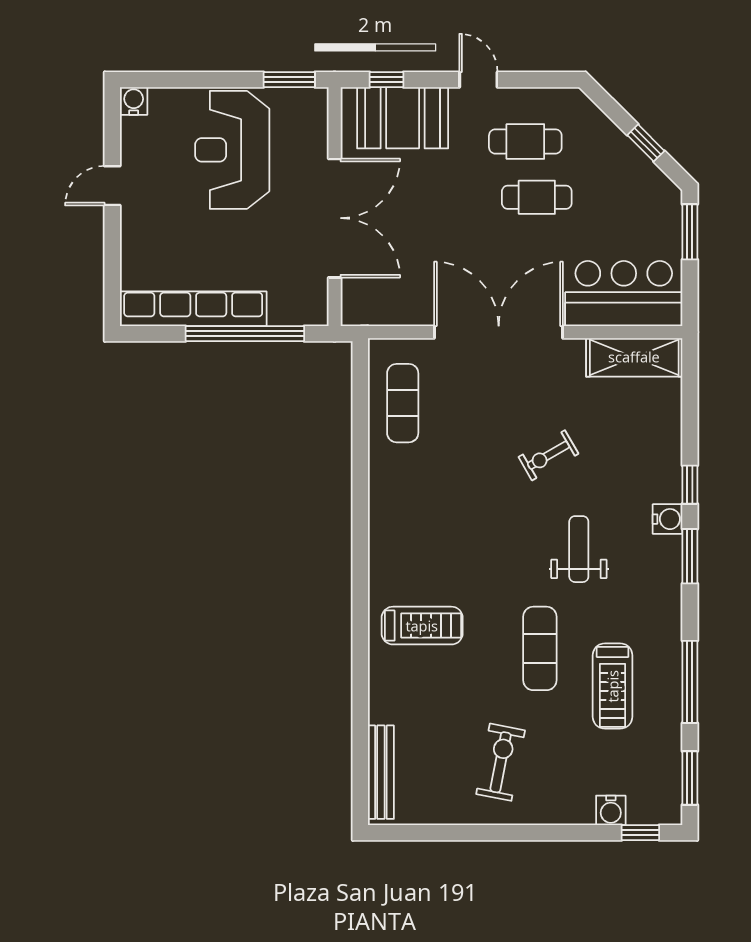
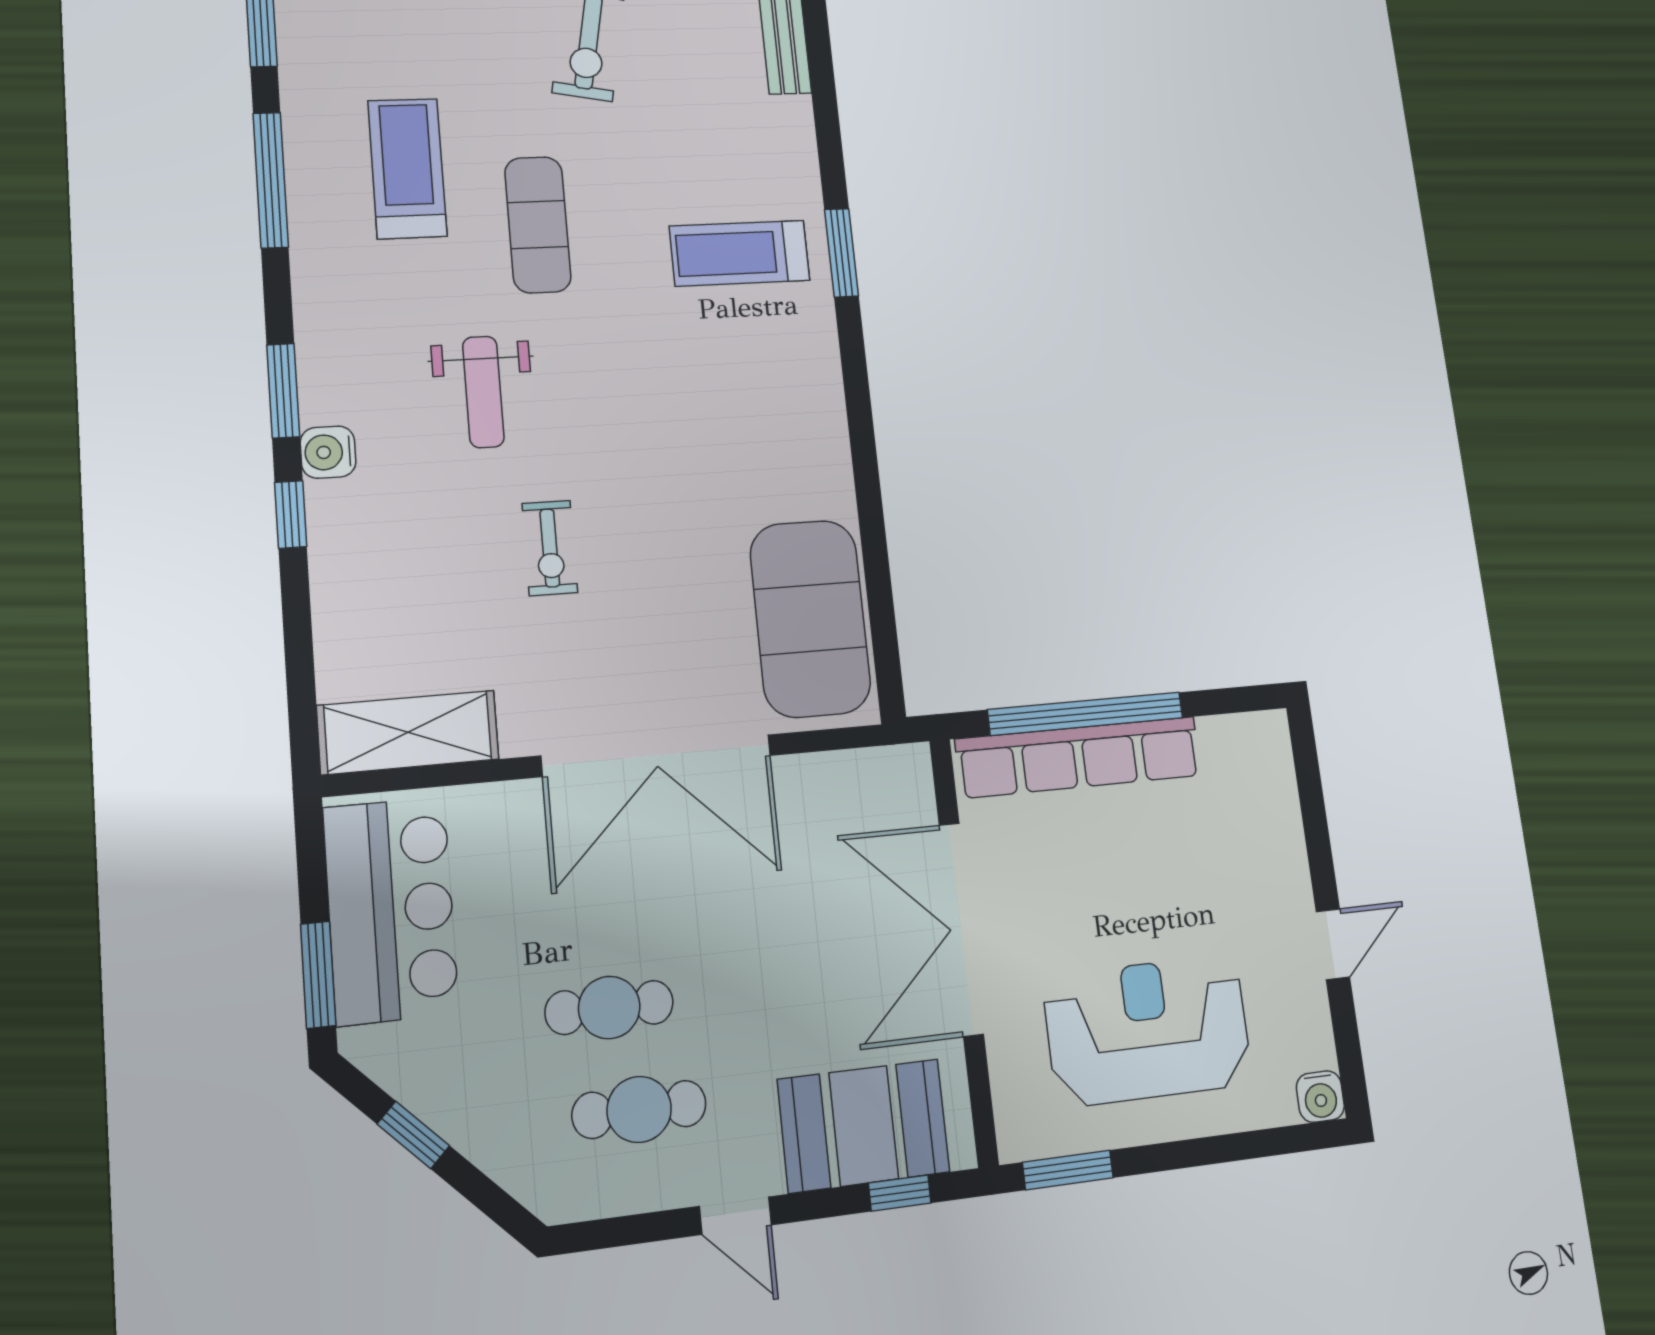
reception desk: (232, 150) -> (1148, 1030), turned -90
bar counter: (624, 294) -> (391, 910), moved, turned -90
row of seats: (193, 309) -> (1079, 757), moved
exercise mat: (403, 403) -> (810, 618), width x2.00, depth x1.45
exercise bike: (548, 455) -> (550, 548), turned 120
window: (360, 623) -> (842, 253), added

